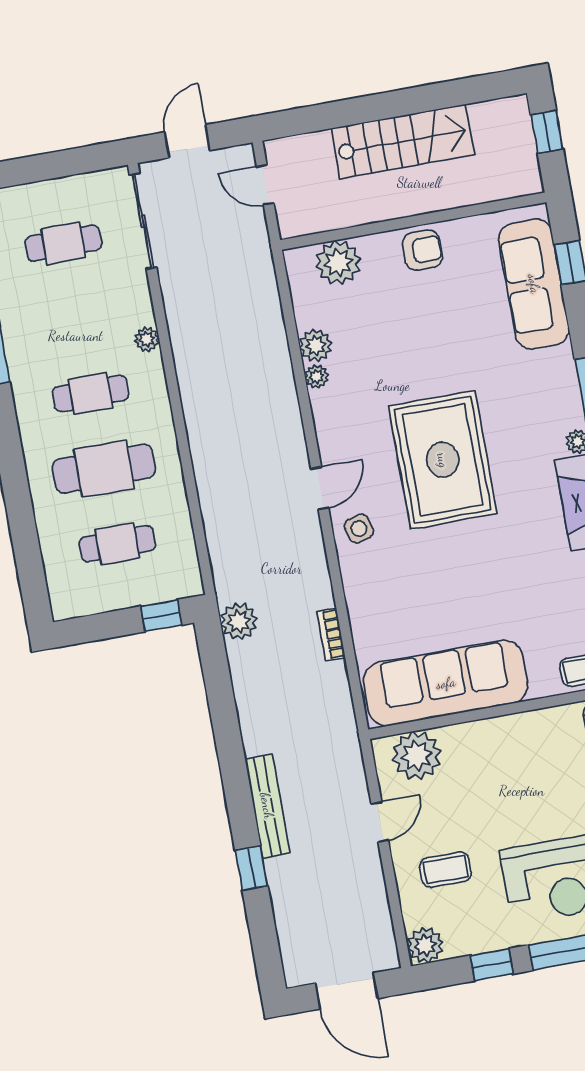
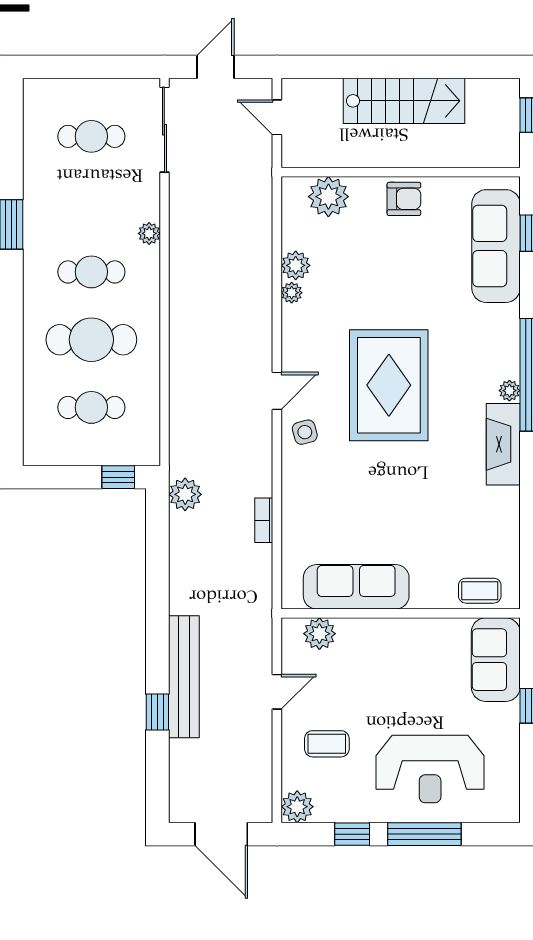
sofa: (446, 683) -> (356, 587), width x0.74, depth x0.79
plant: (417, 756) -> (319, 634), width x0.73, depth x0.73
bench: (267, 806) -> (184, 677), width x1.37, depth x1.21

